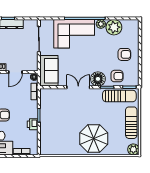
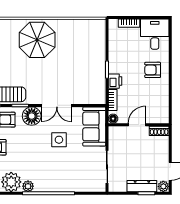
corner sofa: (74, 34) -> (62, 174), removed
side table: (77, 60) -> (59, 140), added
printer: (33, 124) -> (115, 81), moved

